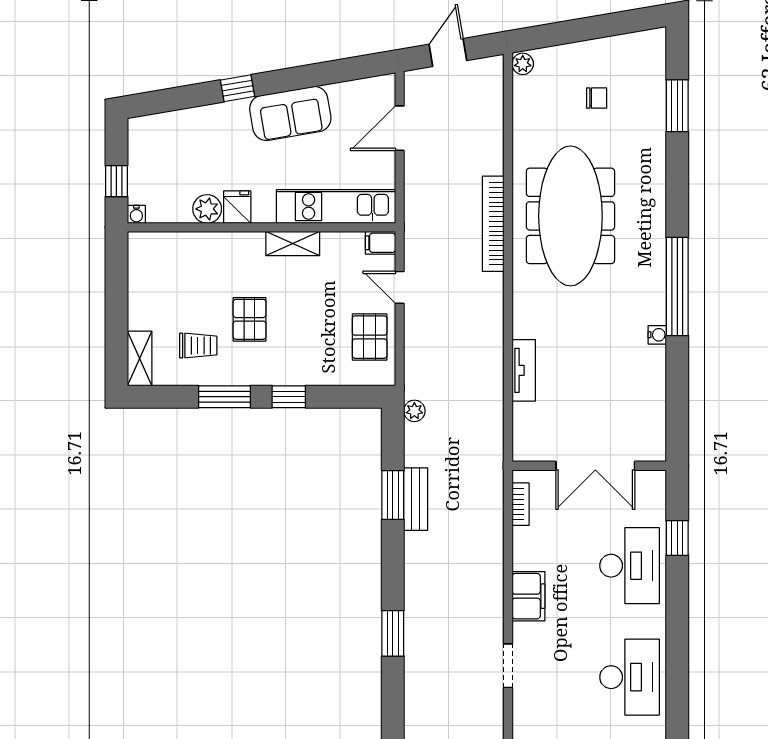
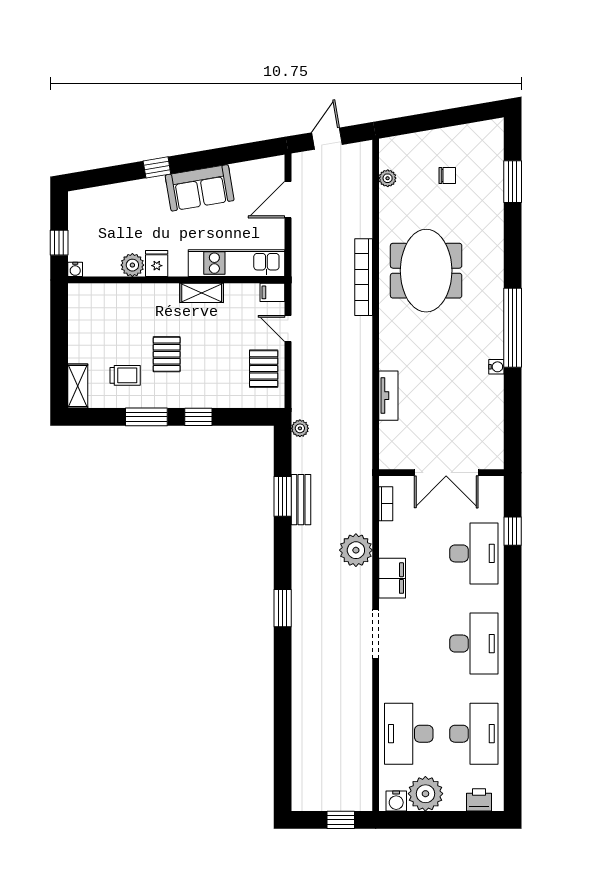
plant: (523, 64) -> (388, 178), moved
meeting table: (570, 216) -> (426, 271), width x0.73
plant: (484, 562) -> (356, 550), added
doorway: (508, 666) -> (376, 634), width x1.38

